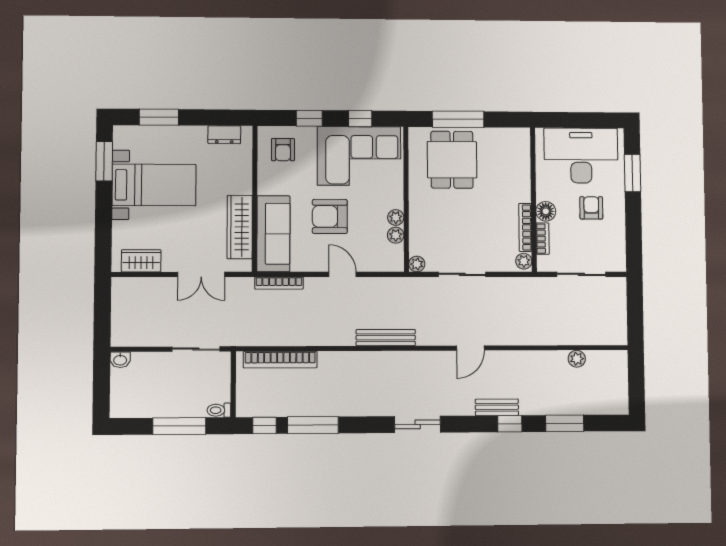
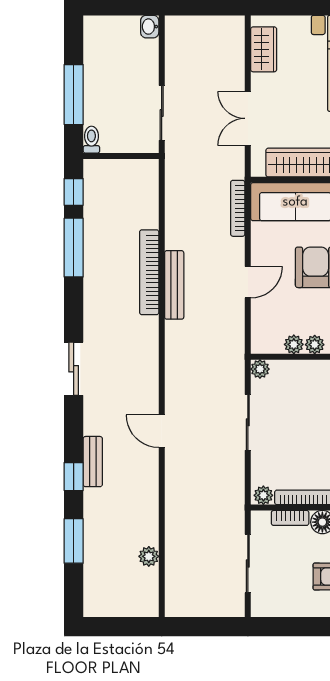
bench: (386, 338) -> (174, 285), moved
bookcase: (280, 360) -> (149, 272), moved

